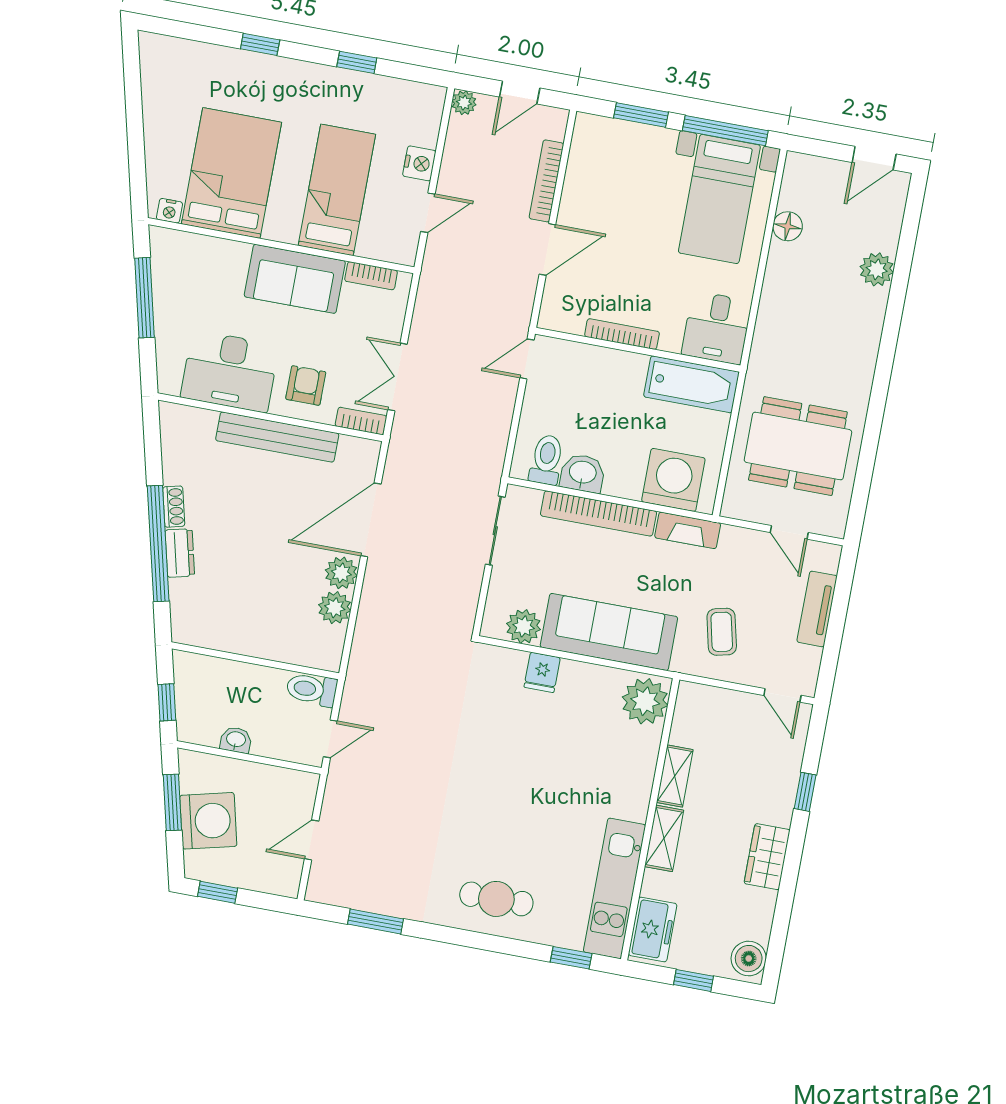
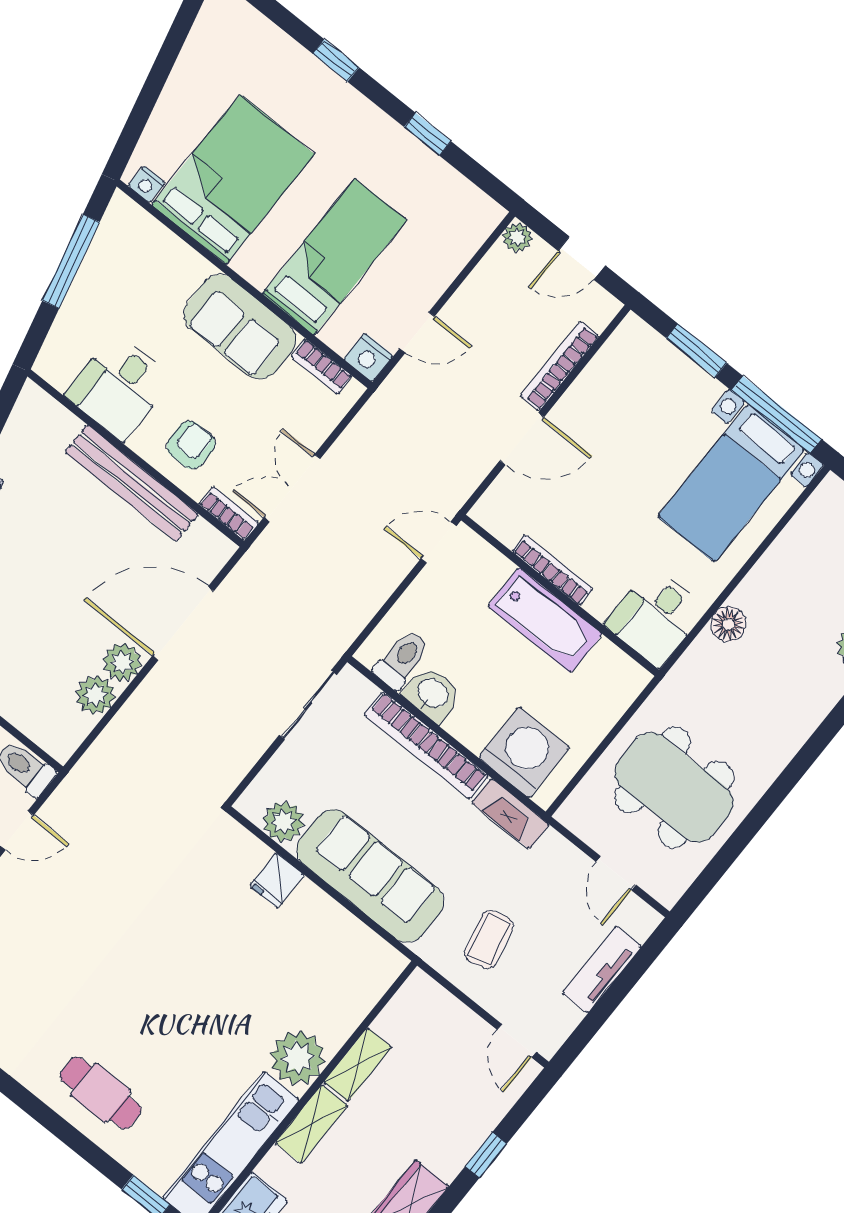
nightstand: (419, 163) -> (368, 357), moved, turned 90
floor lamp: (788, 226) -> (728, 624), moved
desk: (230, 371) -> (119, 387), width x0.73
bathtub: (691, 384) -> (545, 620), moved
plant: (645, 701) -> (298, 1058), moved

